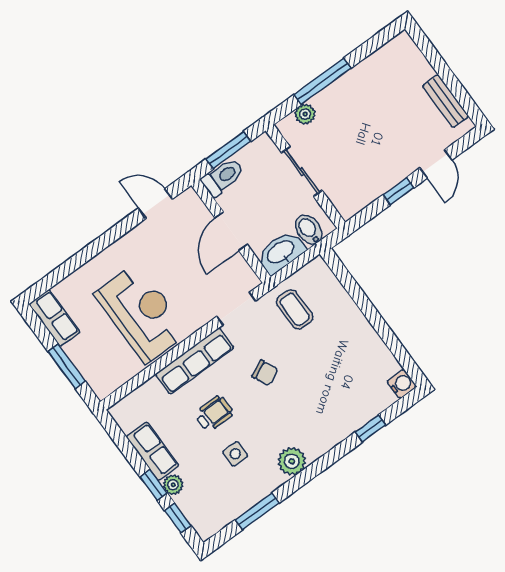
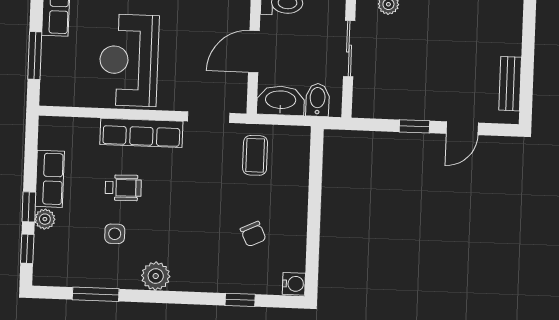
reception desk: (141, 313) -> (129, 60), turned 180
chair: (265, 373) -> (253, 234), moved

